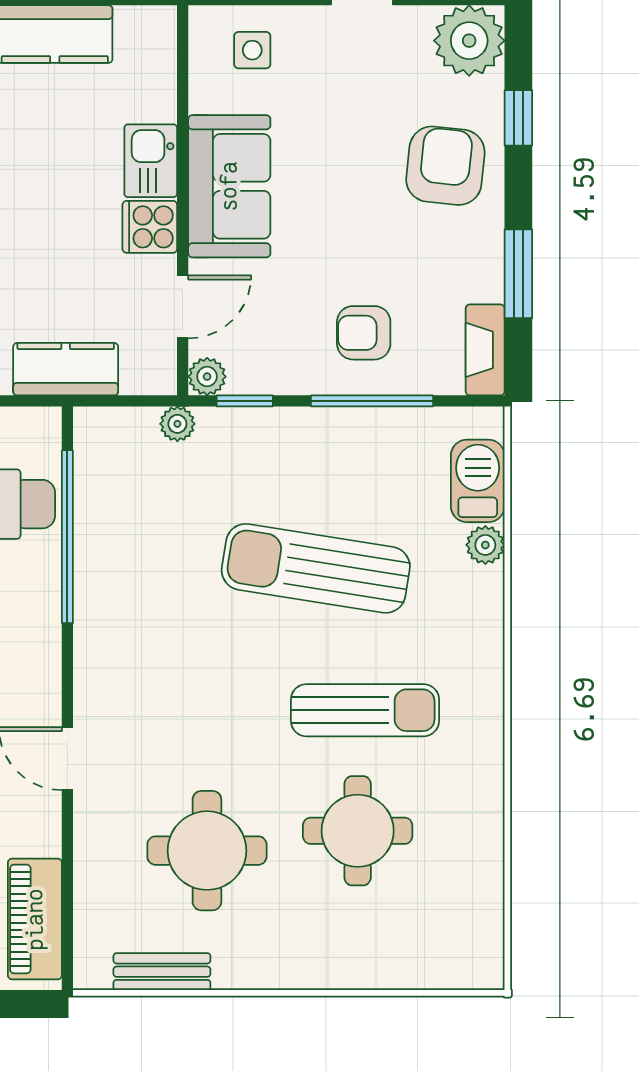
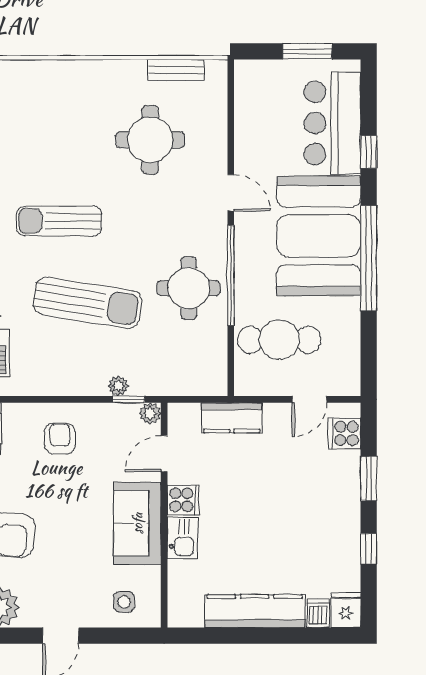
armchair: (364, 333) -> (60, 439), turned -90
window: (372, 401) -> (55, 399), removed
plant: (177, 424) -> (118, 386), moved
window: (67, 537) -> (231, 275), moved
round table: (358, 831) -> (189, 288), moved
piano: (35, 919) -> (249, 100), removed

